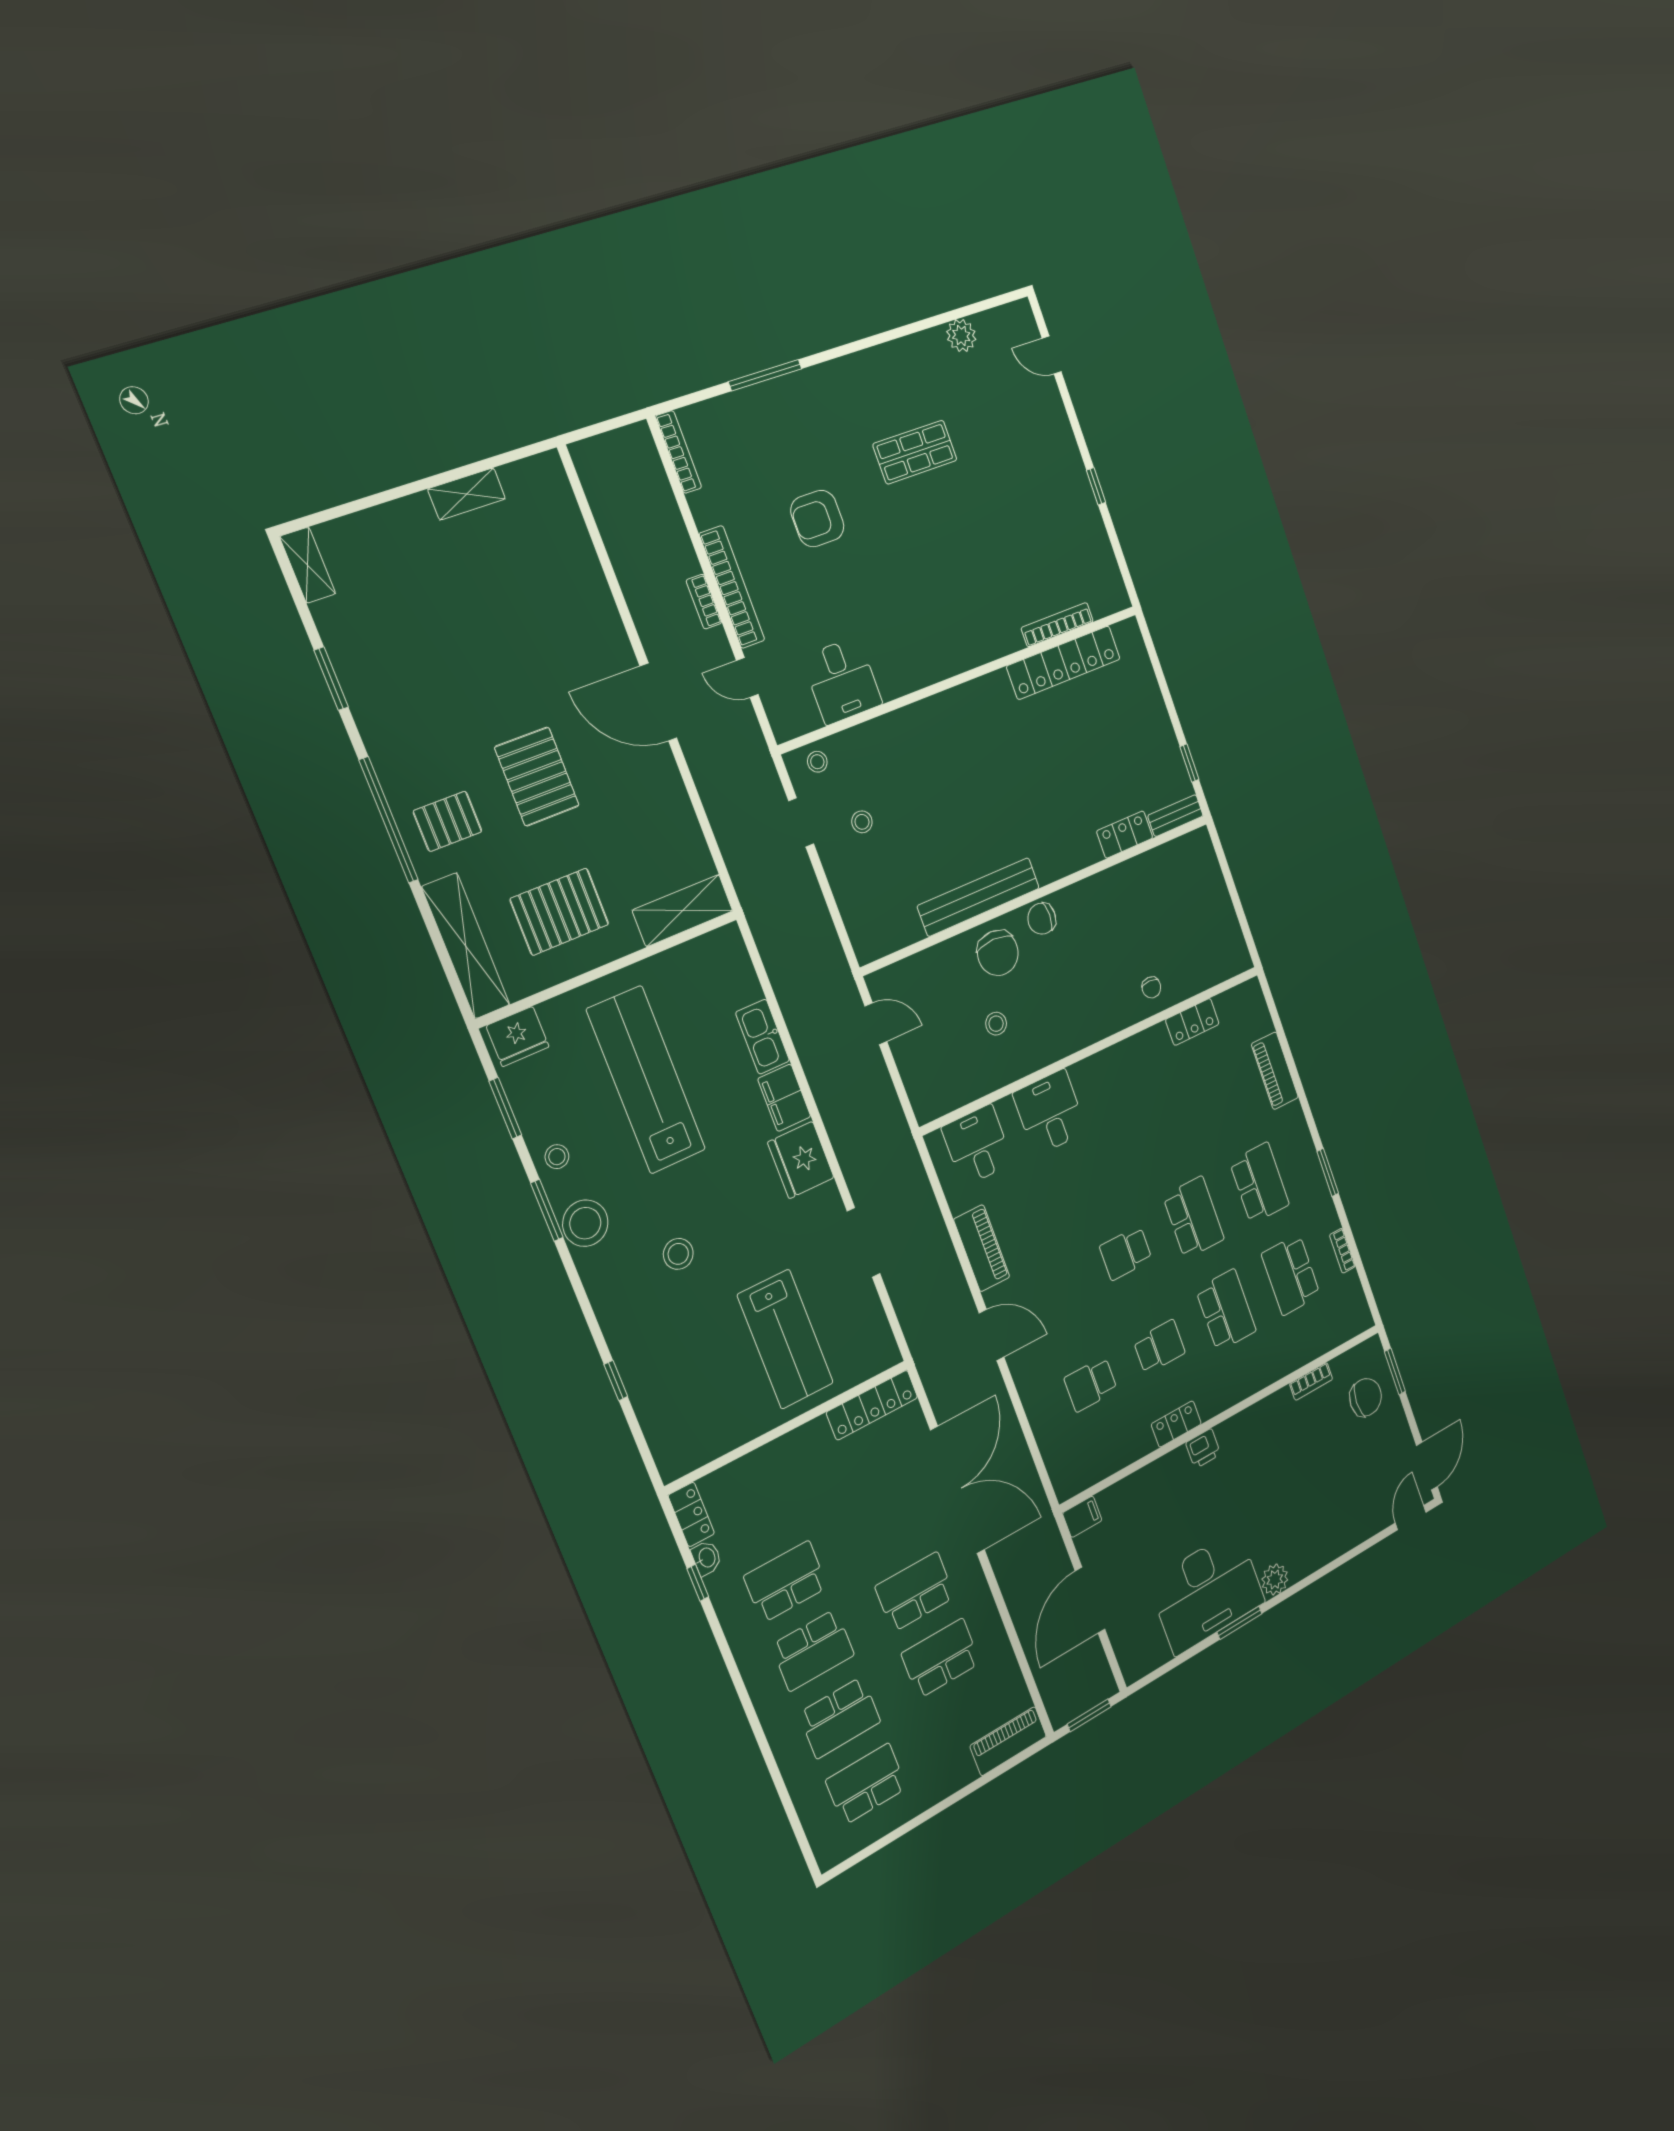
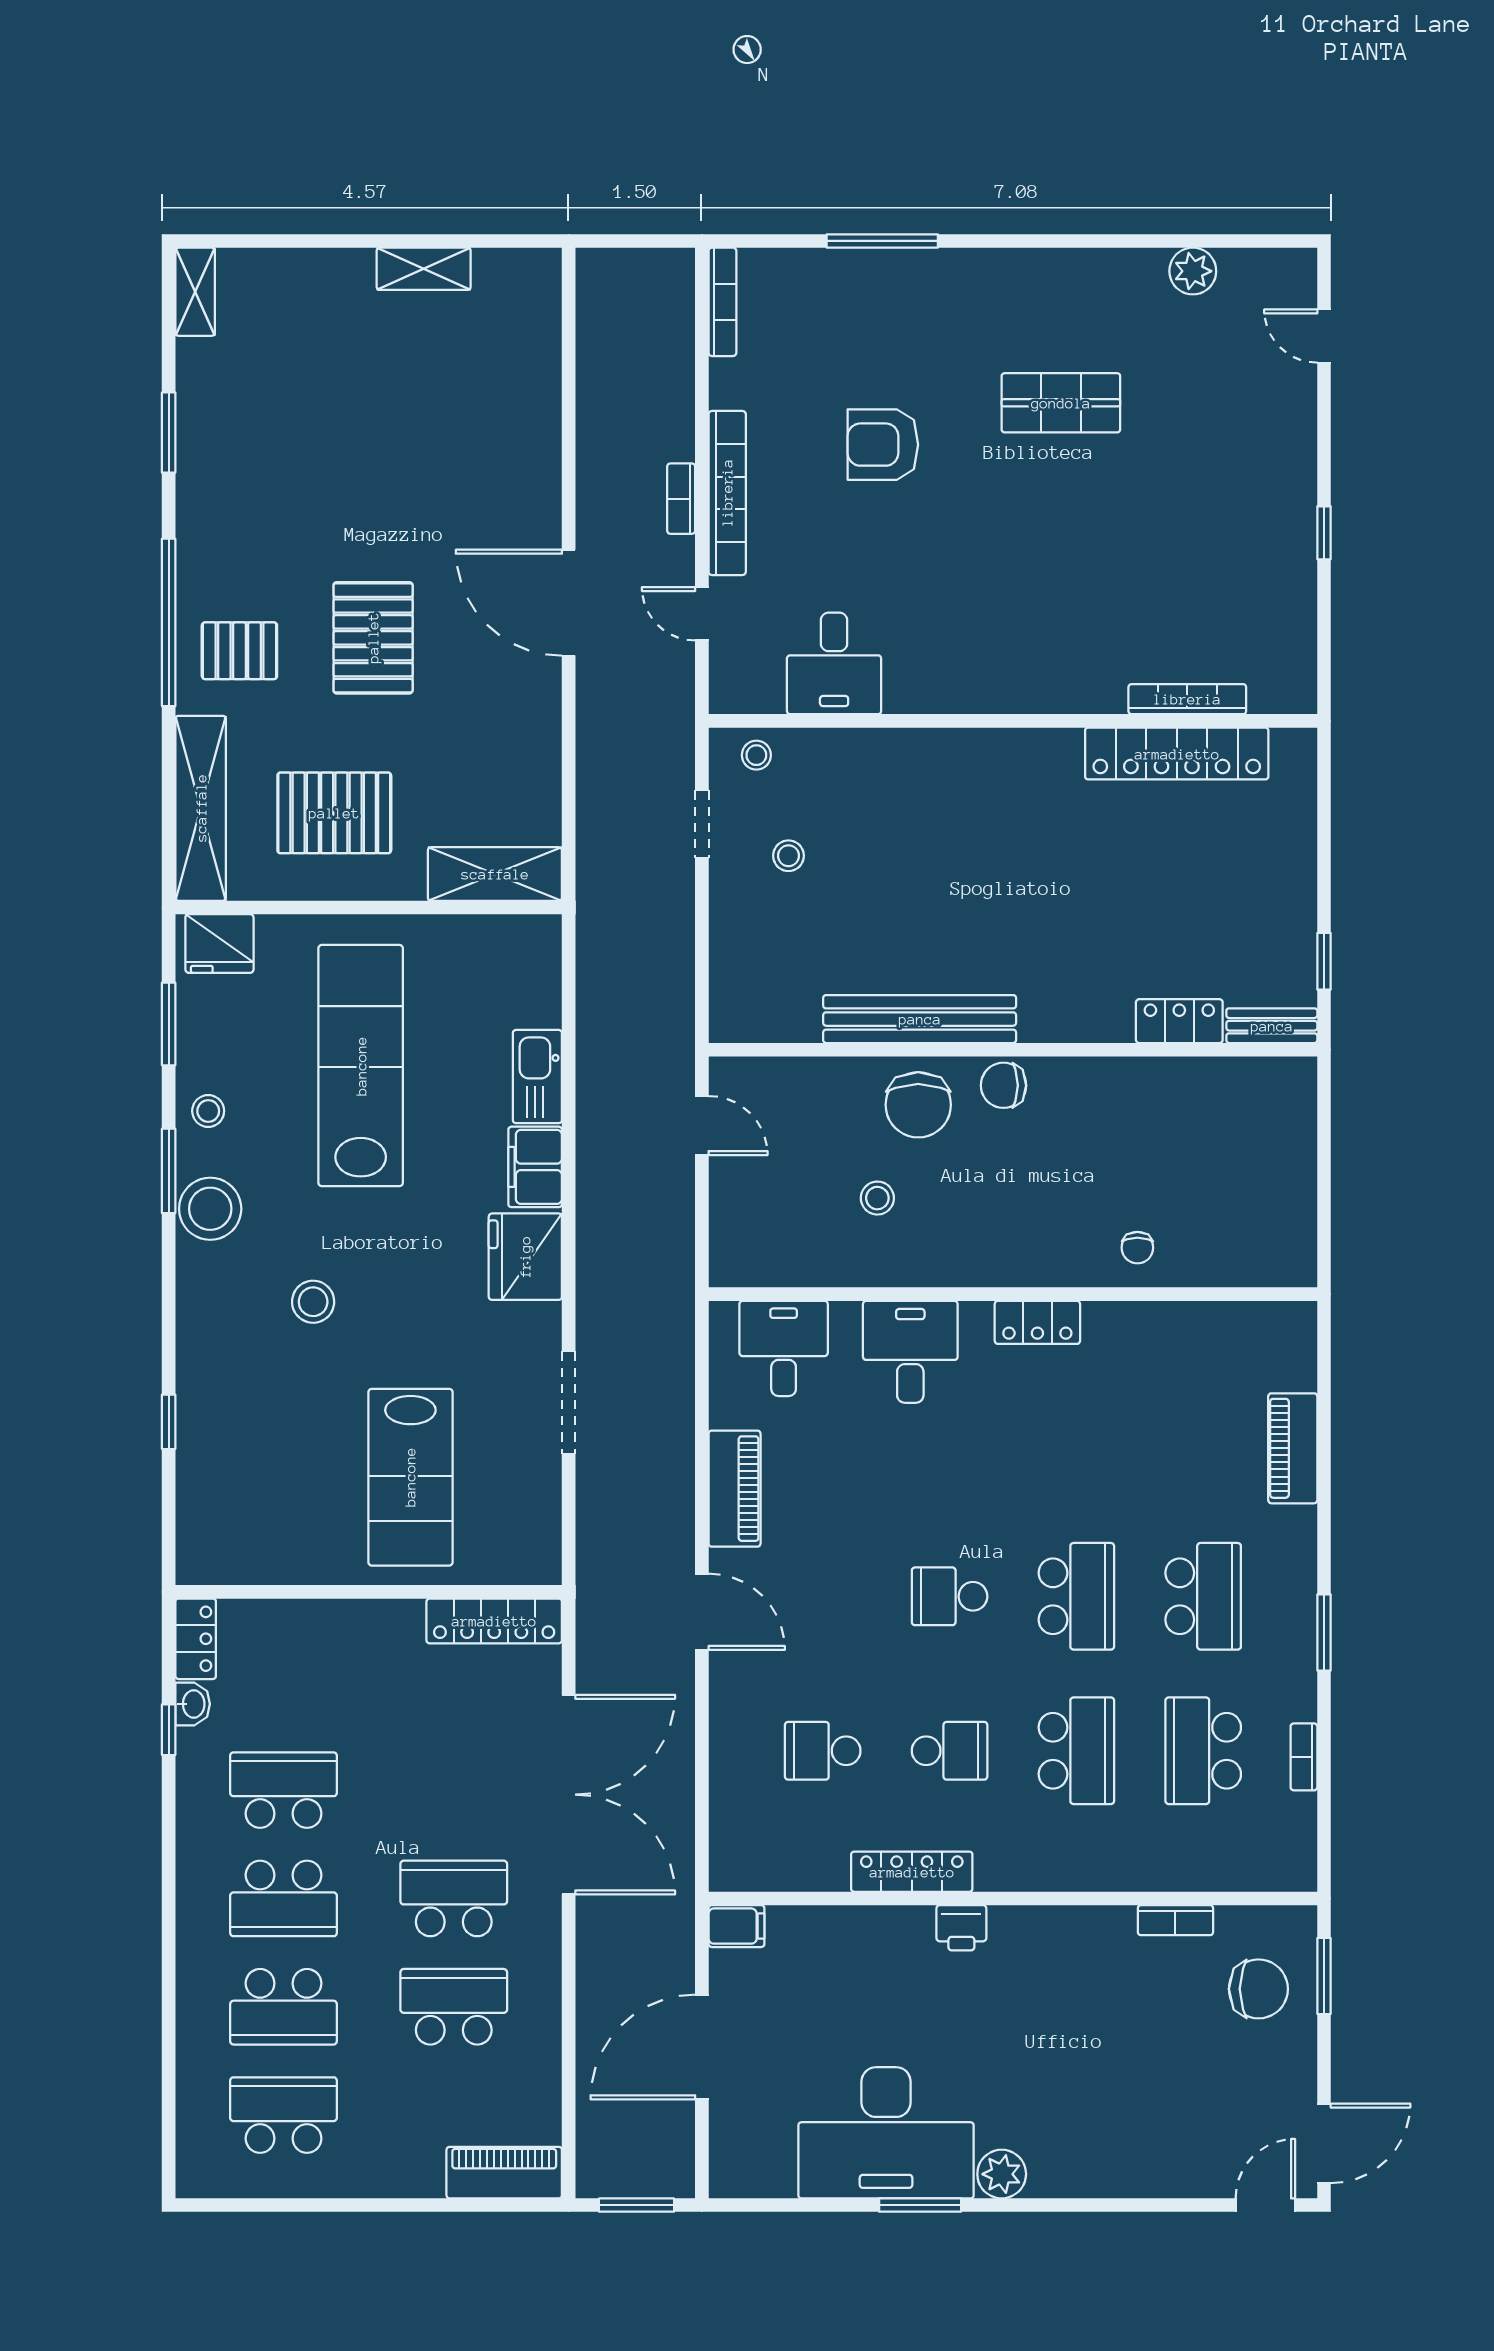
locker: (1192, 1022) -> (1037, 1322), moved
locker: (1176, 1424) -> (912, 1872), width x1.53

